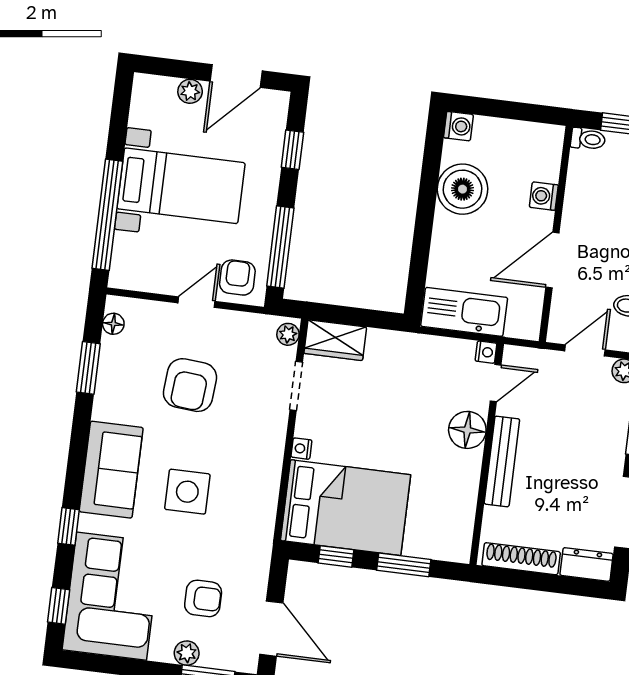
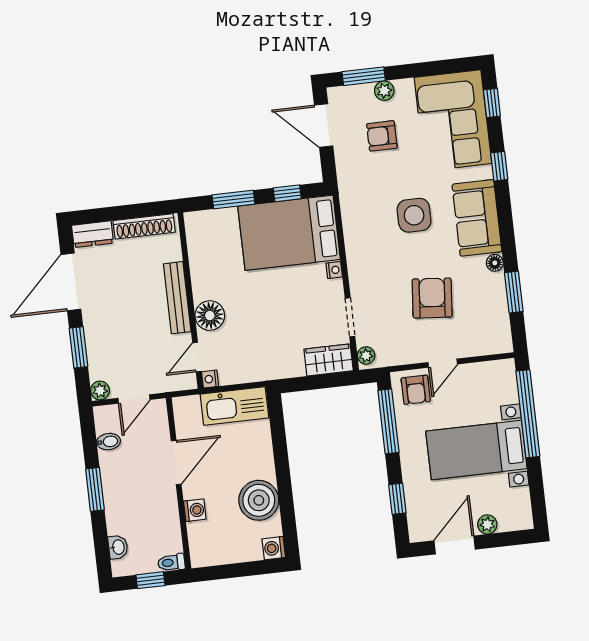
floor lamp: (113, 324) -> (495, 263), moved

